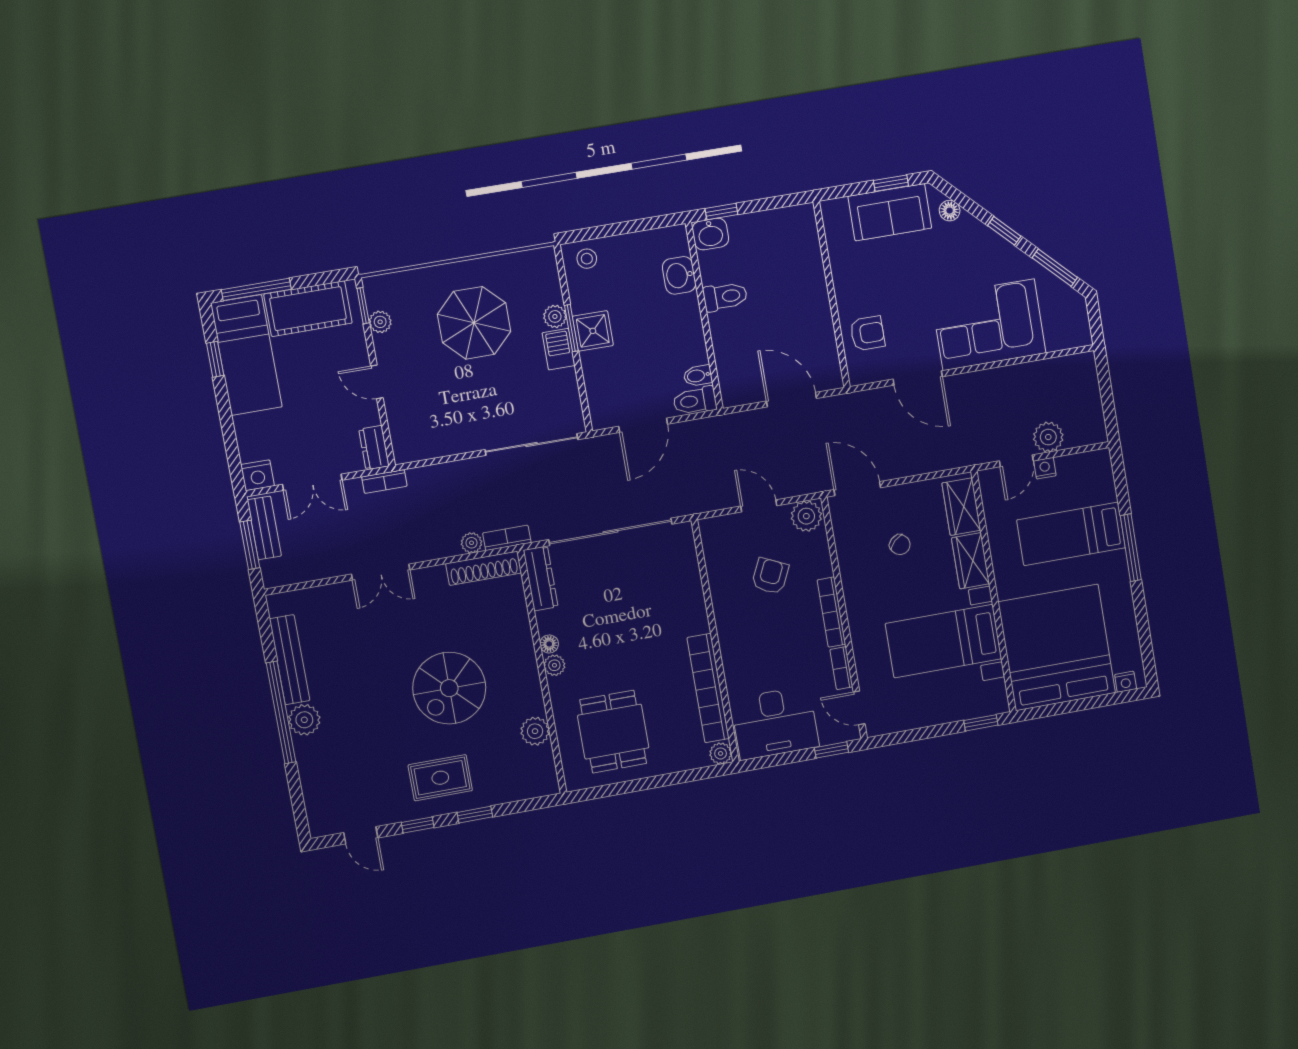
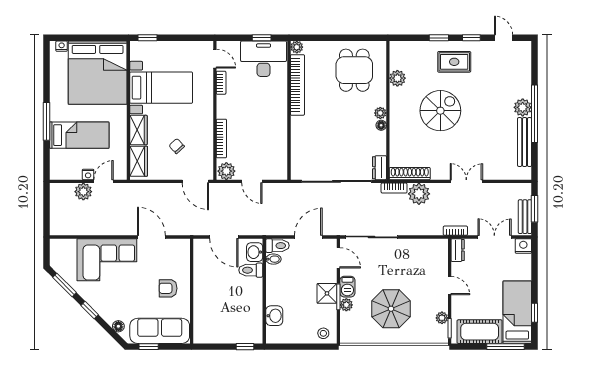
sofa: (890, 212) -> (160, 331), width x1.36
washbasin: (710, 234) -> (255, 252), moved, turned -90
toilet: (725, 297) -> (251, 270), moved
armchair: (867, 333) -> (168, 288), moved
door: (584, 398) -> (338, 258), added
plant: (471, 543) -> (419, 194), width x1.88, depth x1.88
armchair: (770, 576) -> (252, 141), removed
dresser: (541, 578) -> (379, 168), width x0.70
bookcase: (831, 612) -> (221, 138), moved
window: (831, 750) -> (262, 38), moved

